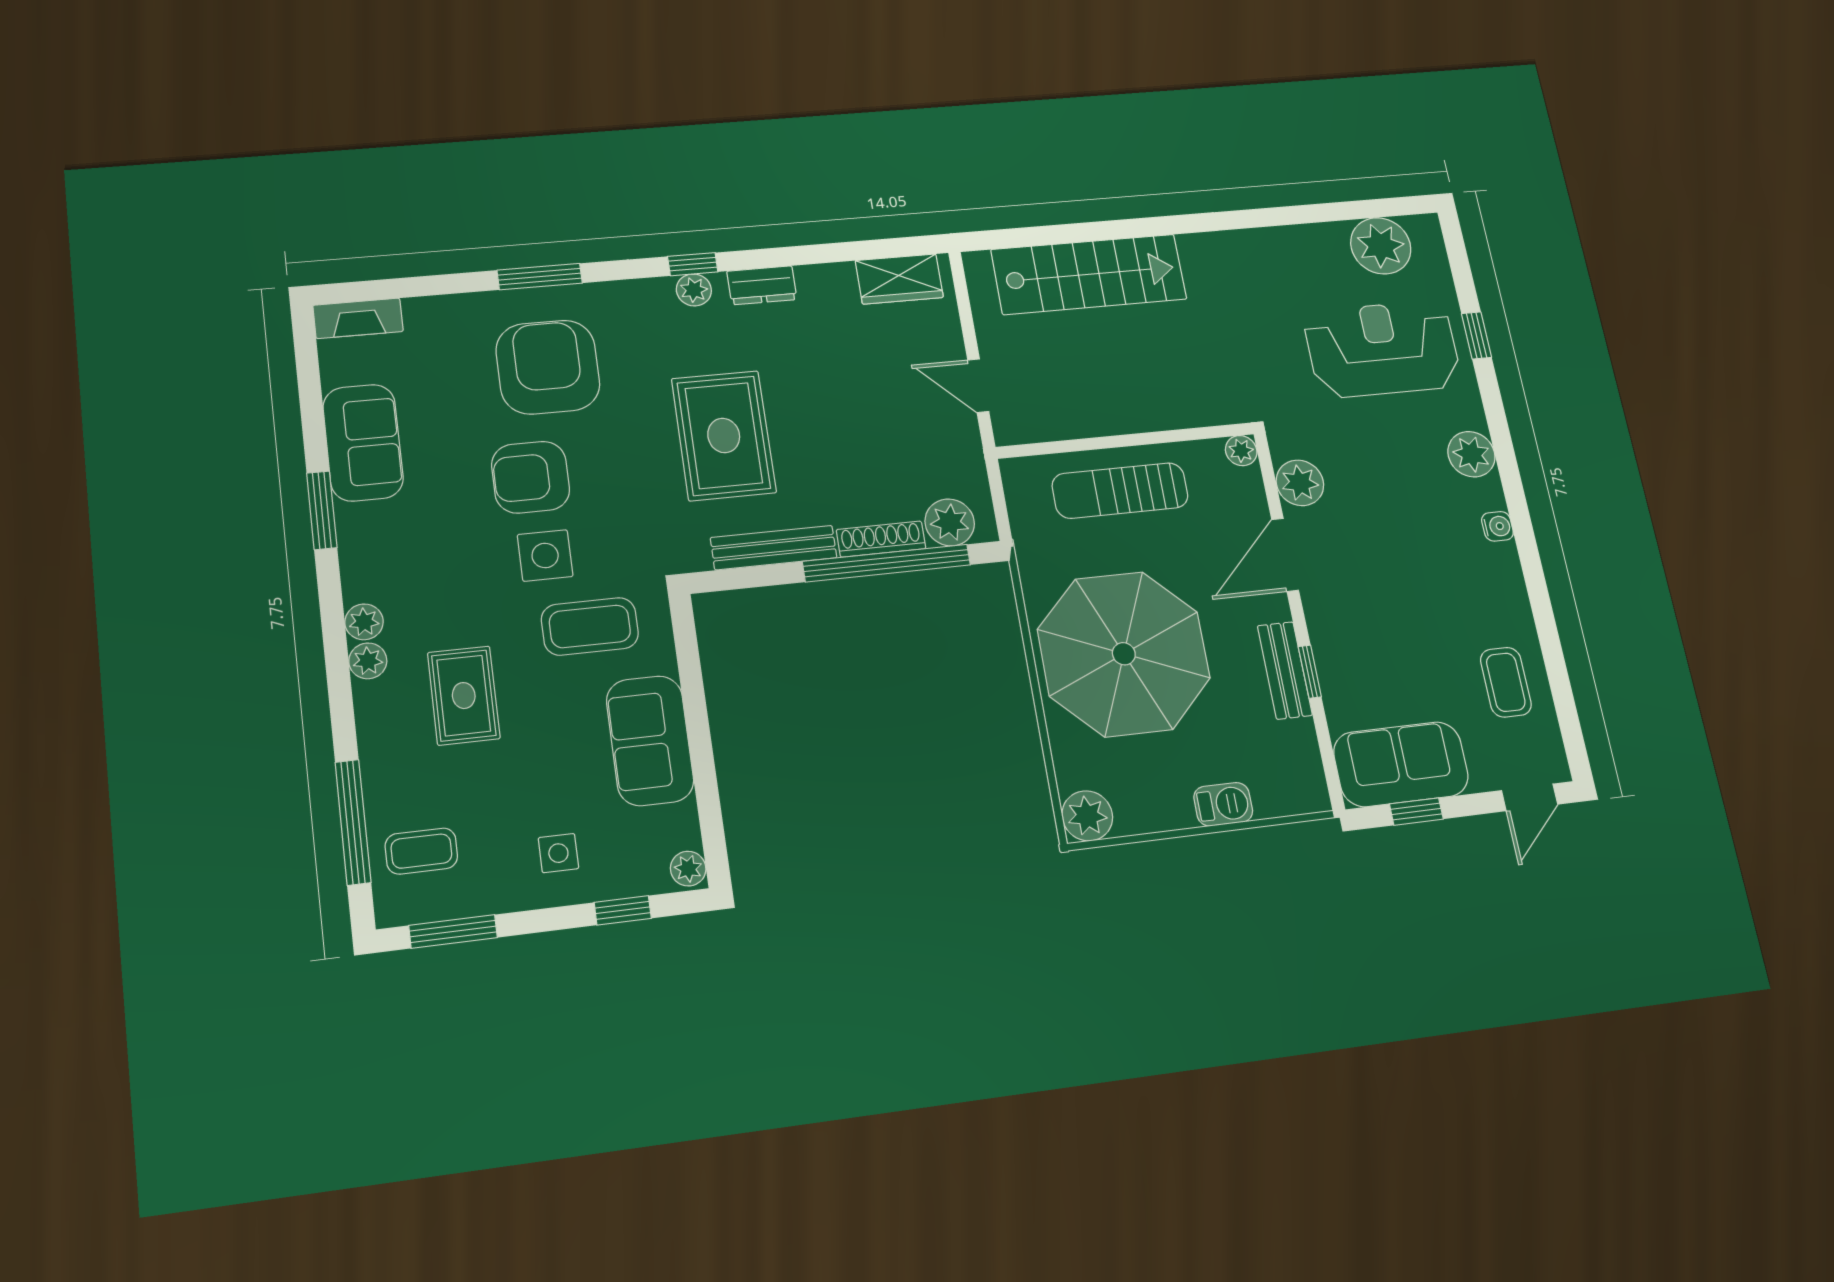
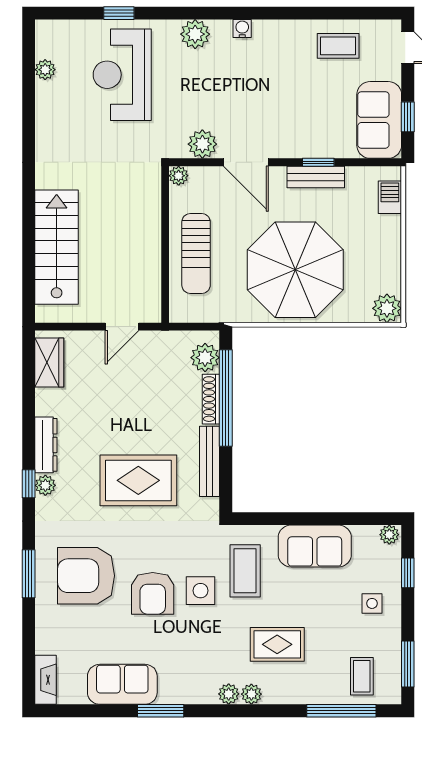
plant: (1381, 246) -> (45, 70), width x0.53, depth x0.53
dresser: (762, 285) -> (46, 445), width x1.44
barbecue: (1223, 804) -> (390, 197), moved

